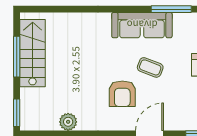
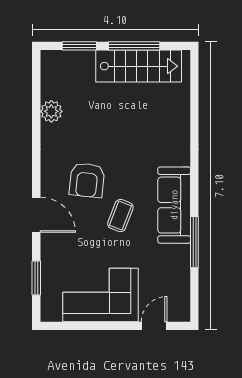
armchair: (122, 94) -> (87, 180), turned -84
window: (17, 113) -> (79, 46), moved

